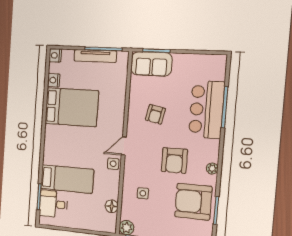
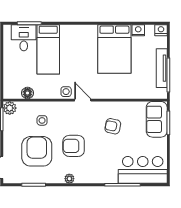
bar counter: (207, 109) -> (143, 170), moved
armchair: (193, 202) -> (37, 151), moved

